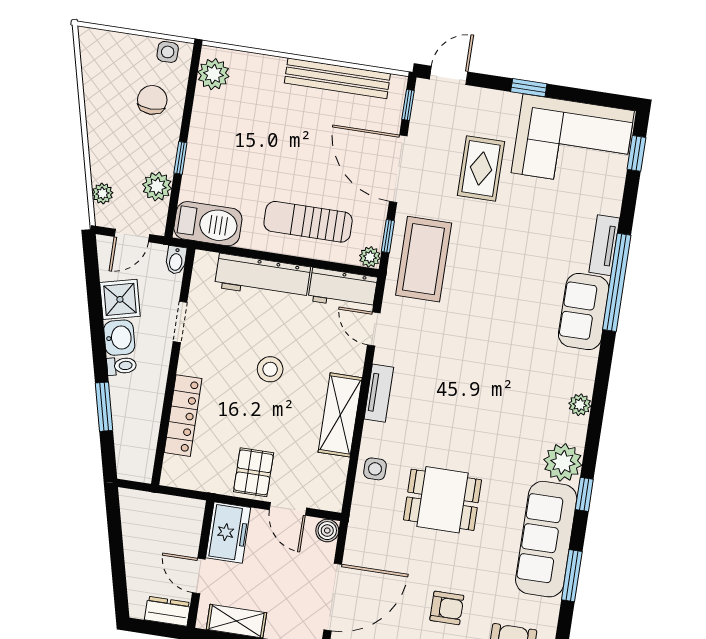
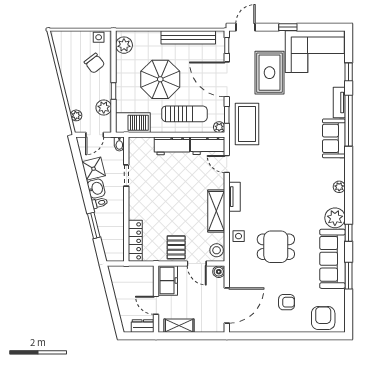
chair: (152, 100) -> (94, 63), turned 142
parasol: (272, 149) -> (160, 79), added
window: (636, 153) -> (349, 72), moved
rug: (481, 168) -> (270, 73), width x1.36, depth x1.43
sun lounger: (308, 222) -> (184, 114), turned 180
workbench: (263, 277) -> (172, 146), width x0.73
stool: (270, 369) -> (217, 250), moved
locker: (183, 416) -> (135, 241), moved

